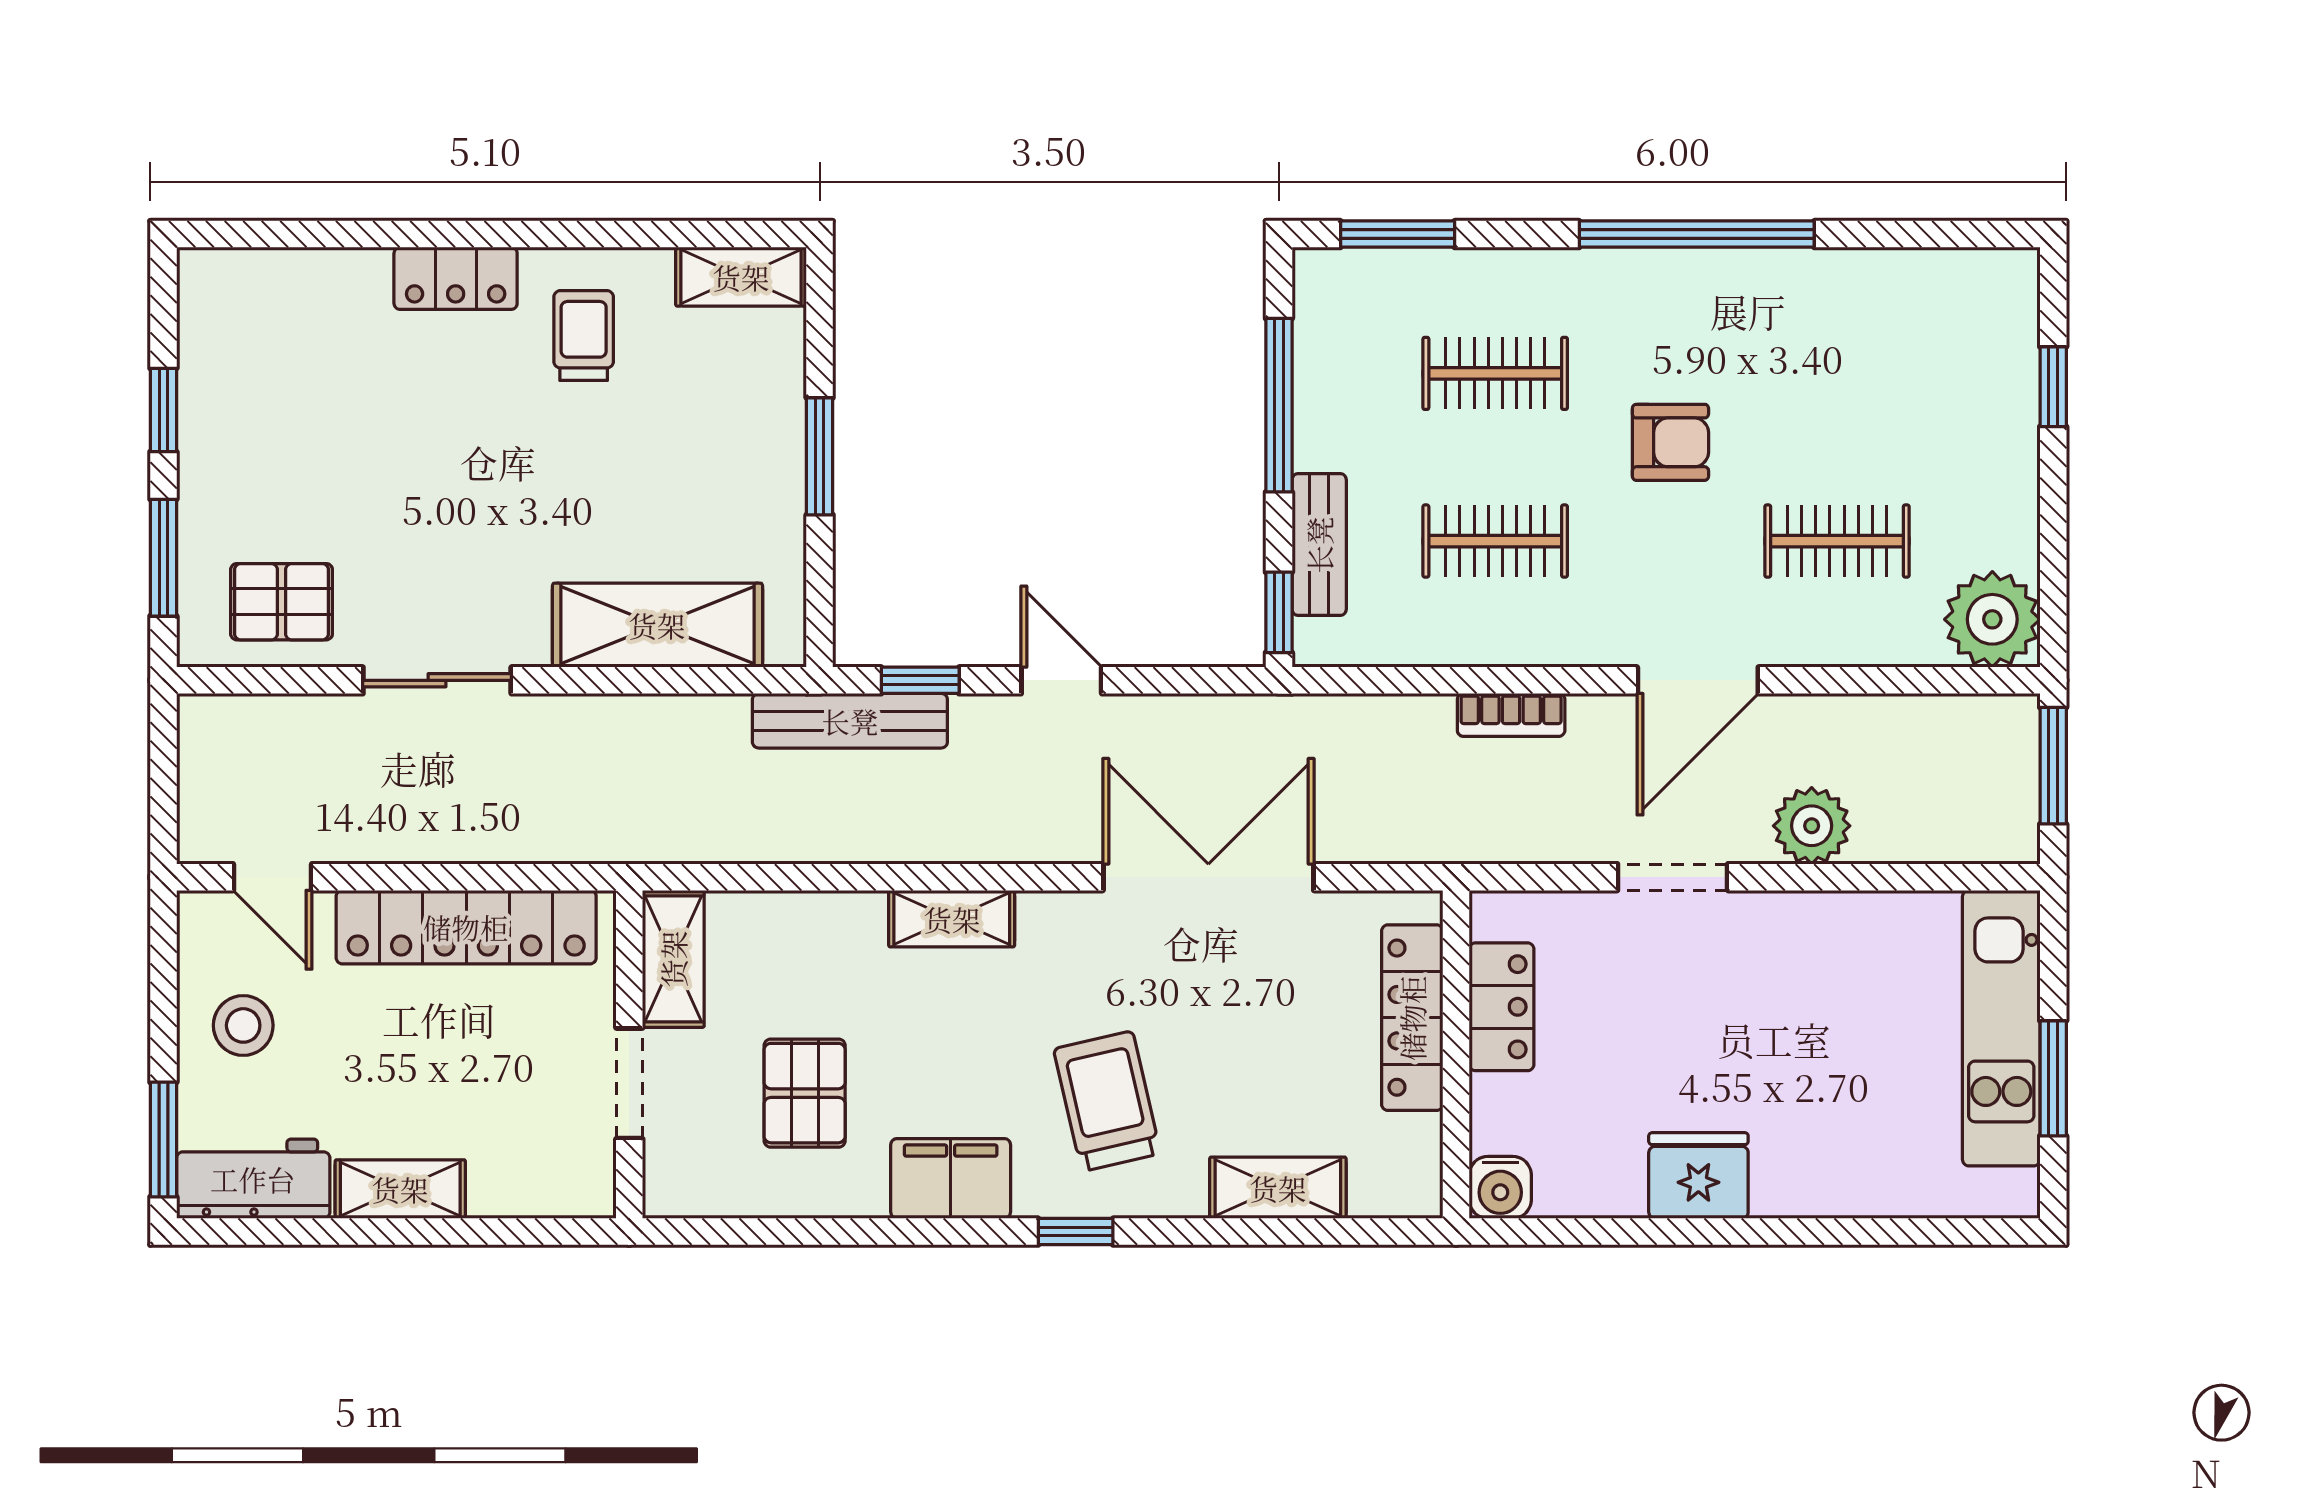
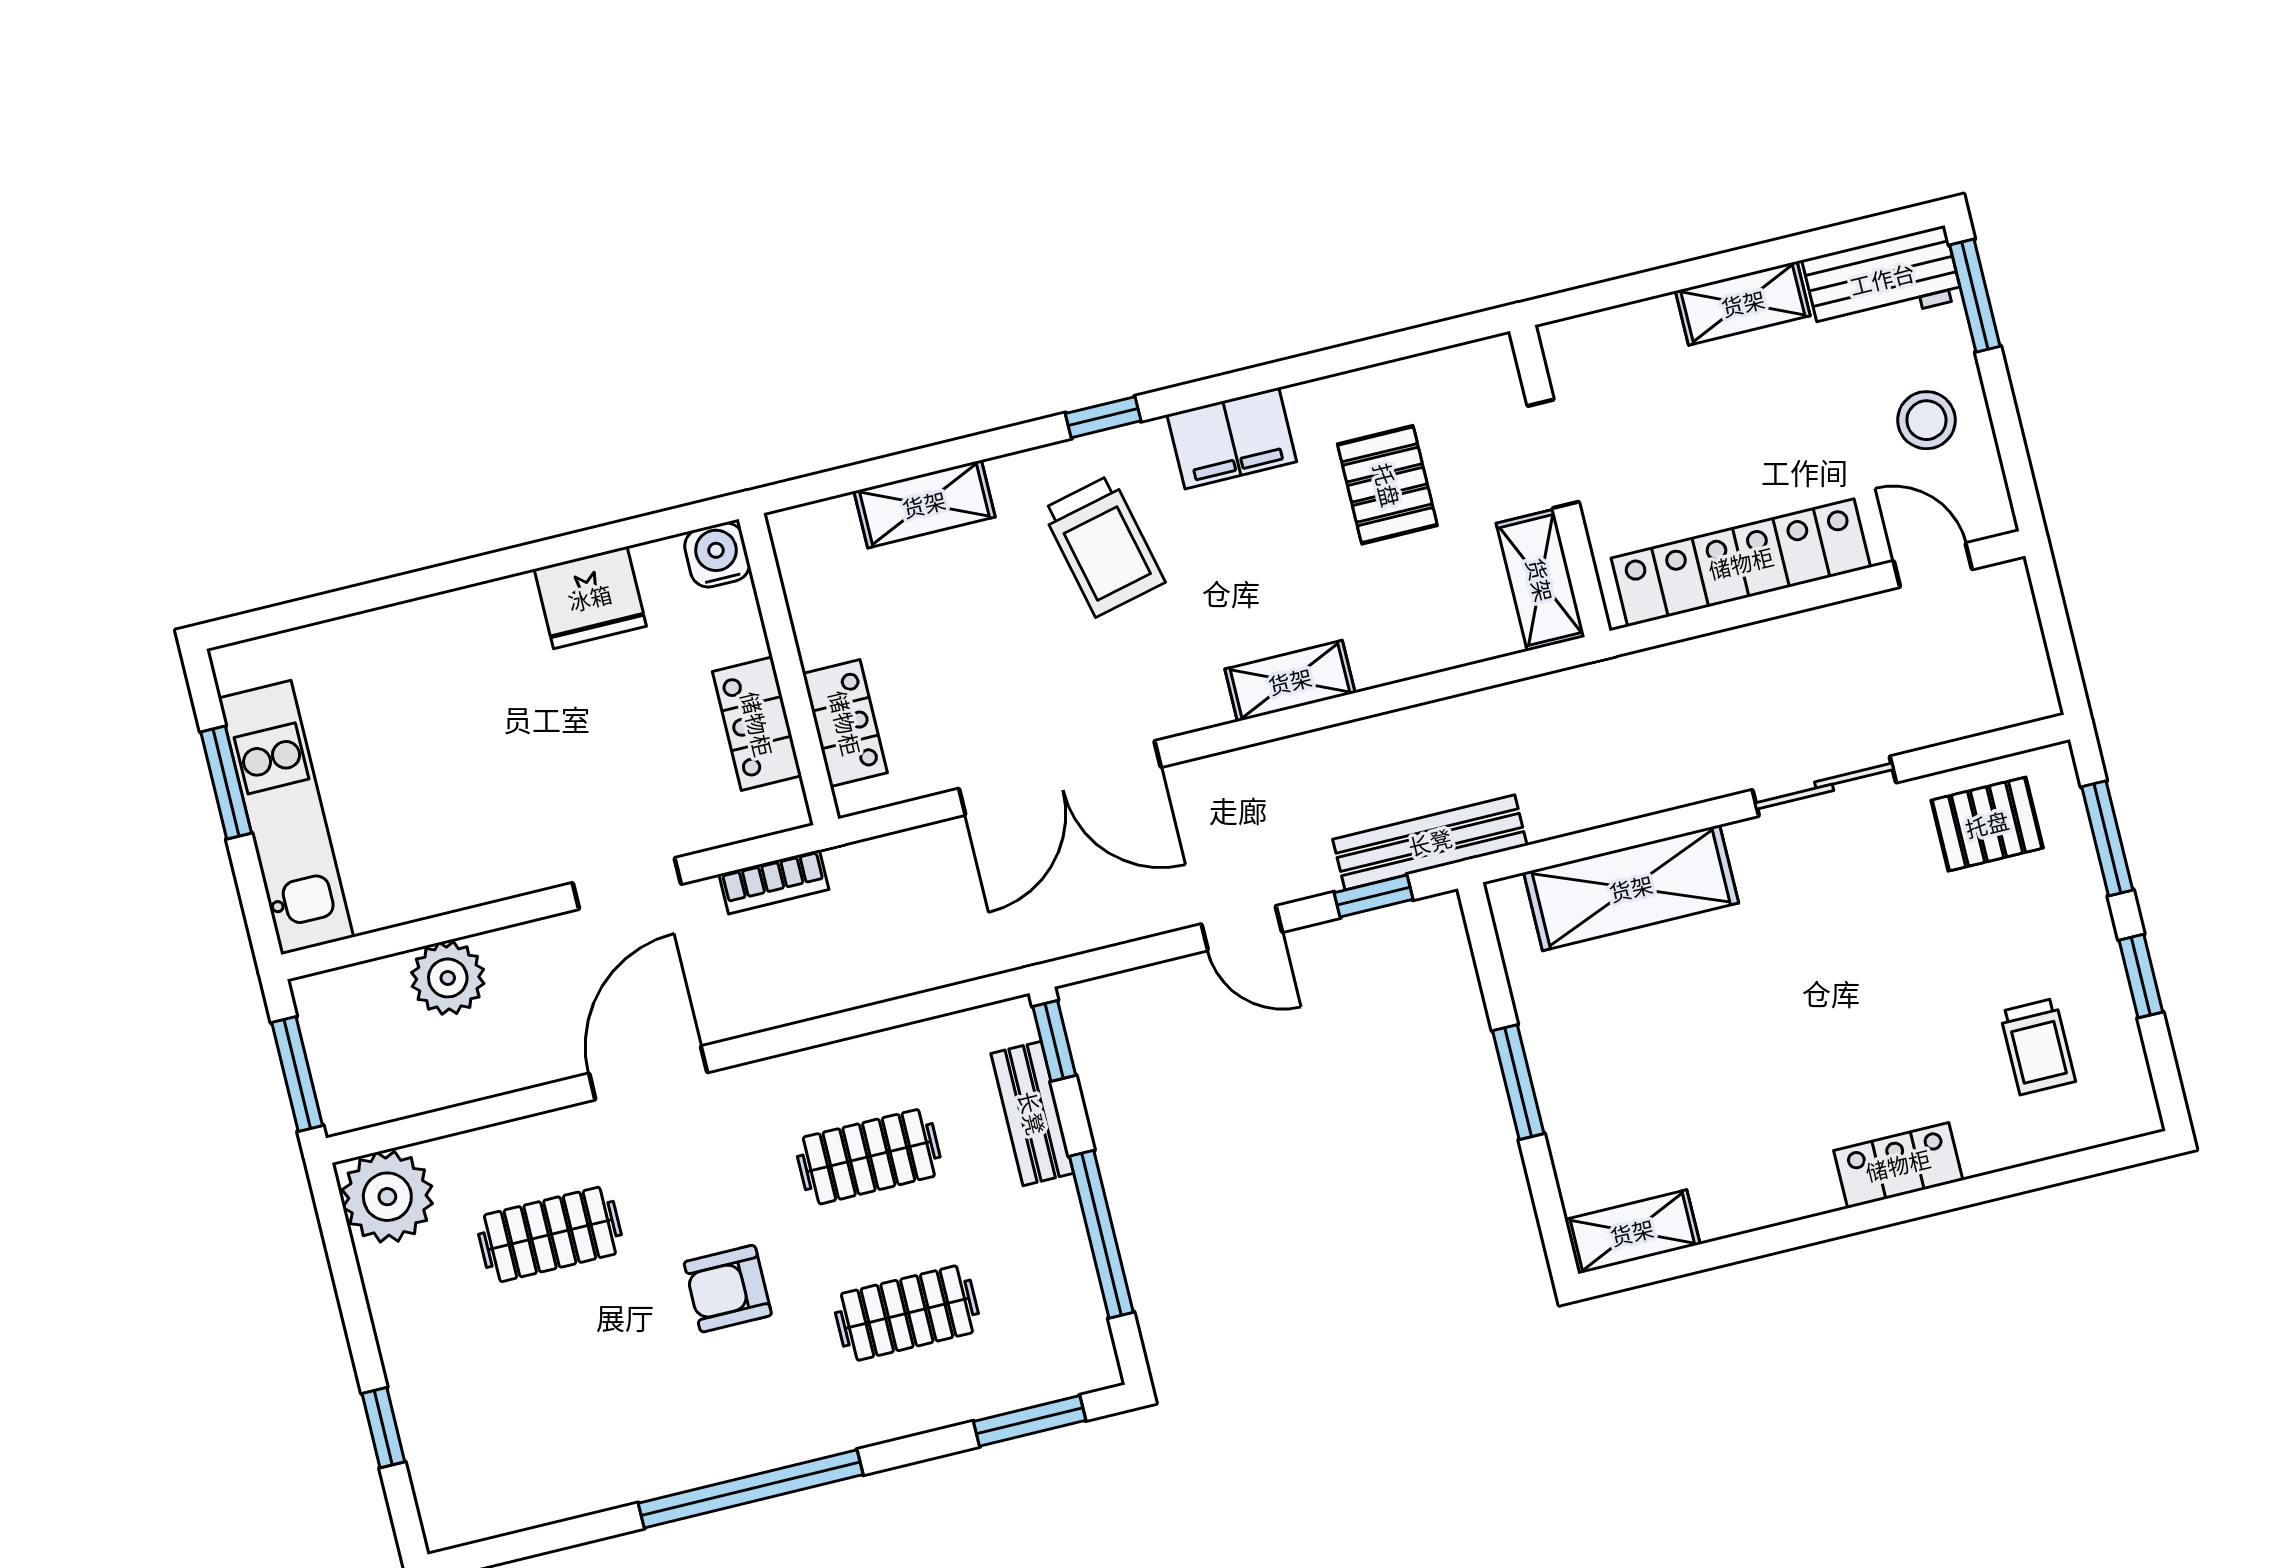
trolley: (584, 336) -> (2038, 1046), moved
bookcase: (1511, 715) -> (774, 882), moved, turned 180
plant: (1812, 826) -> (448, 978), moved
locker: (1412, 1018) -> (845, 723), width x0.66
fridge: (1698, 1176) -> (590, 598), moved

